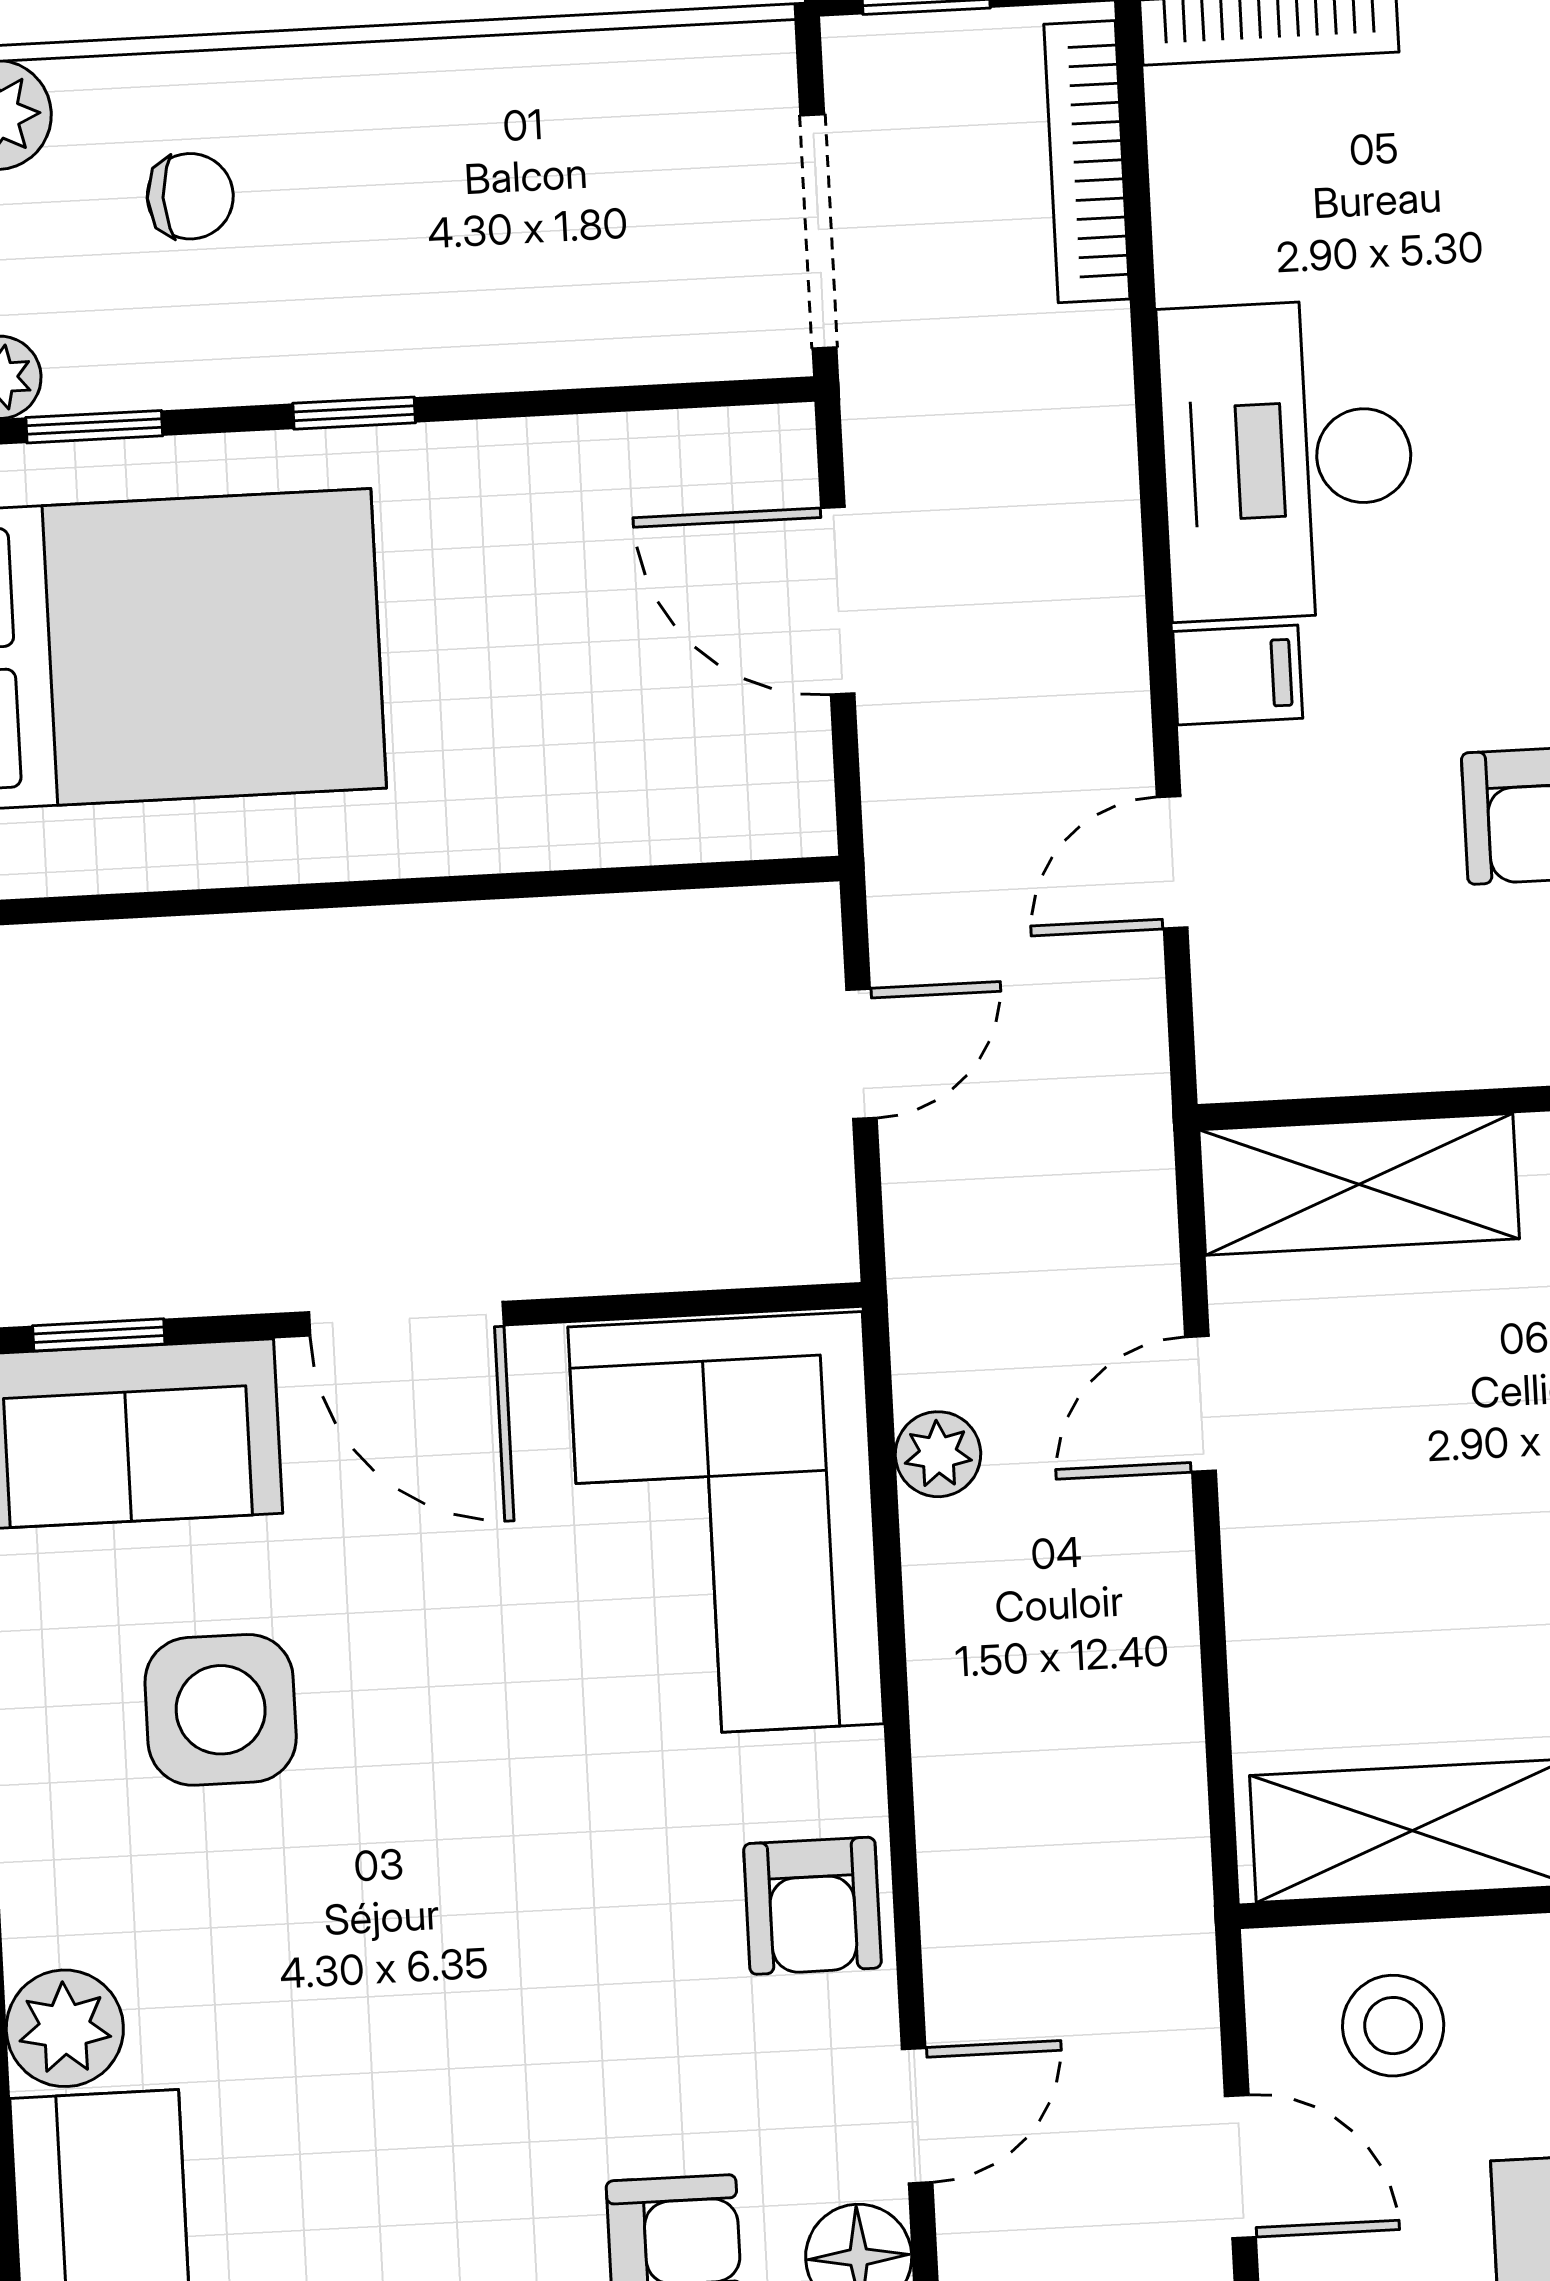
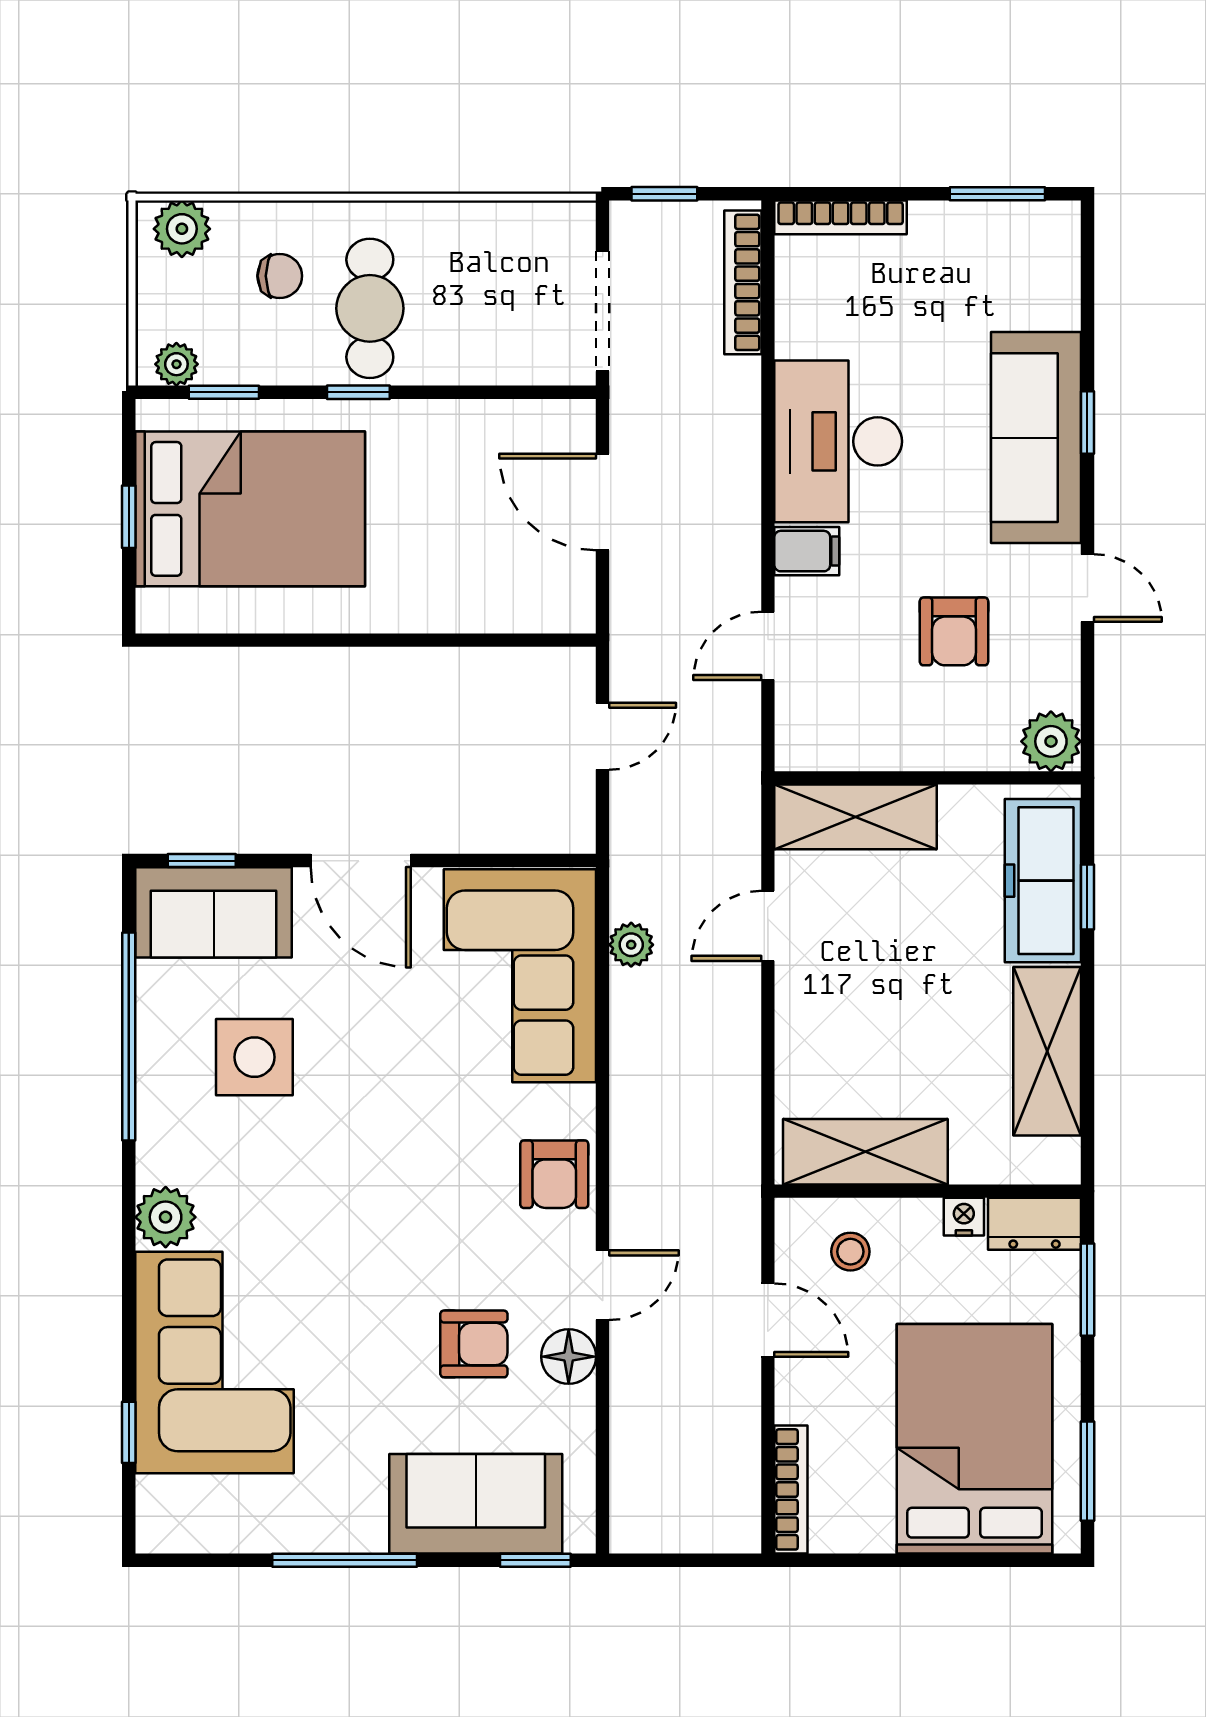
cafe table: (368, 250) -> (370, 308), added
stool: (1393, 2026) -> (850, 1252), width x0.73, depth x0.73

